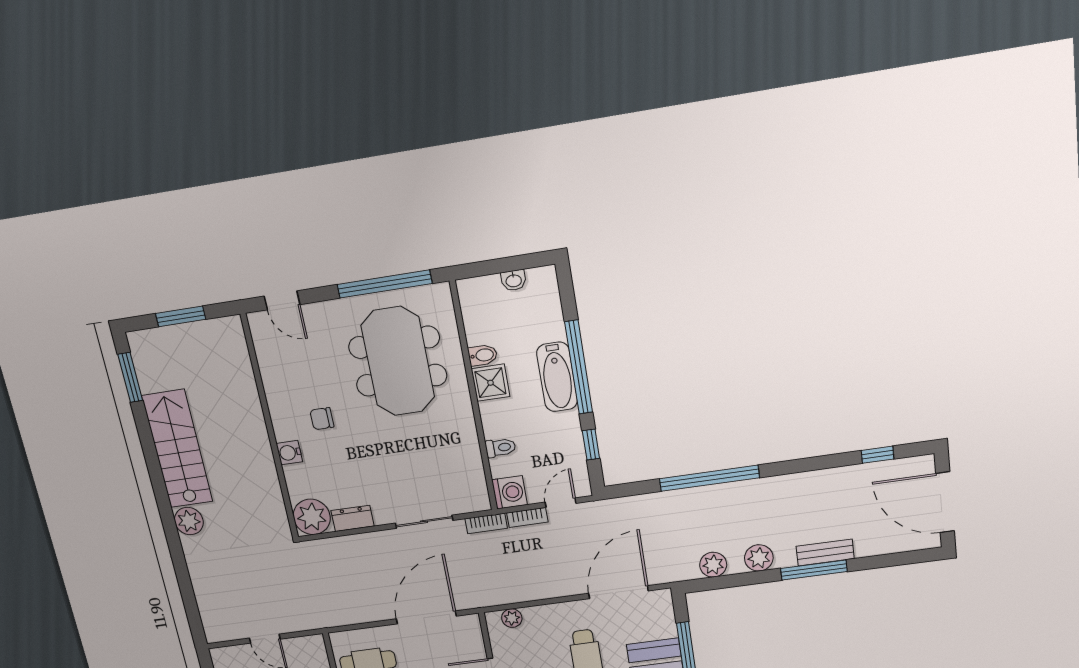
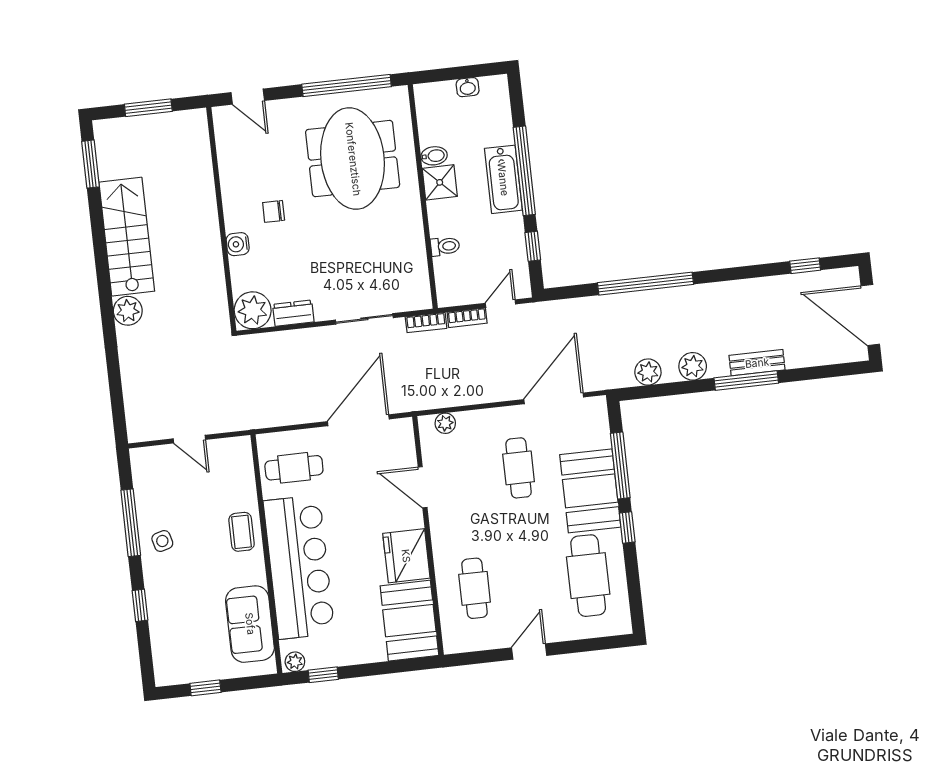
washing machine: (509, 492) -> (451, 291), removed

